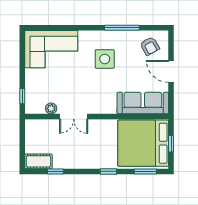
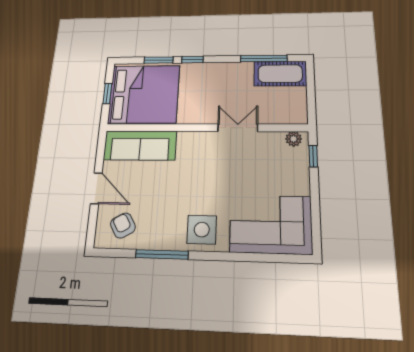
side table: (105, 59) -> (202, 230), moved
plant: (51, 108) -> (294, 139), moved
cot: (39, 161) -> (280, 74), width x1.37, depth x1.34
window: (55, 171) -> (264, 59), width x2.17
window: (145, 171) -> (159, 60), moved

